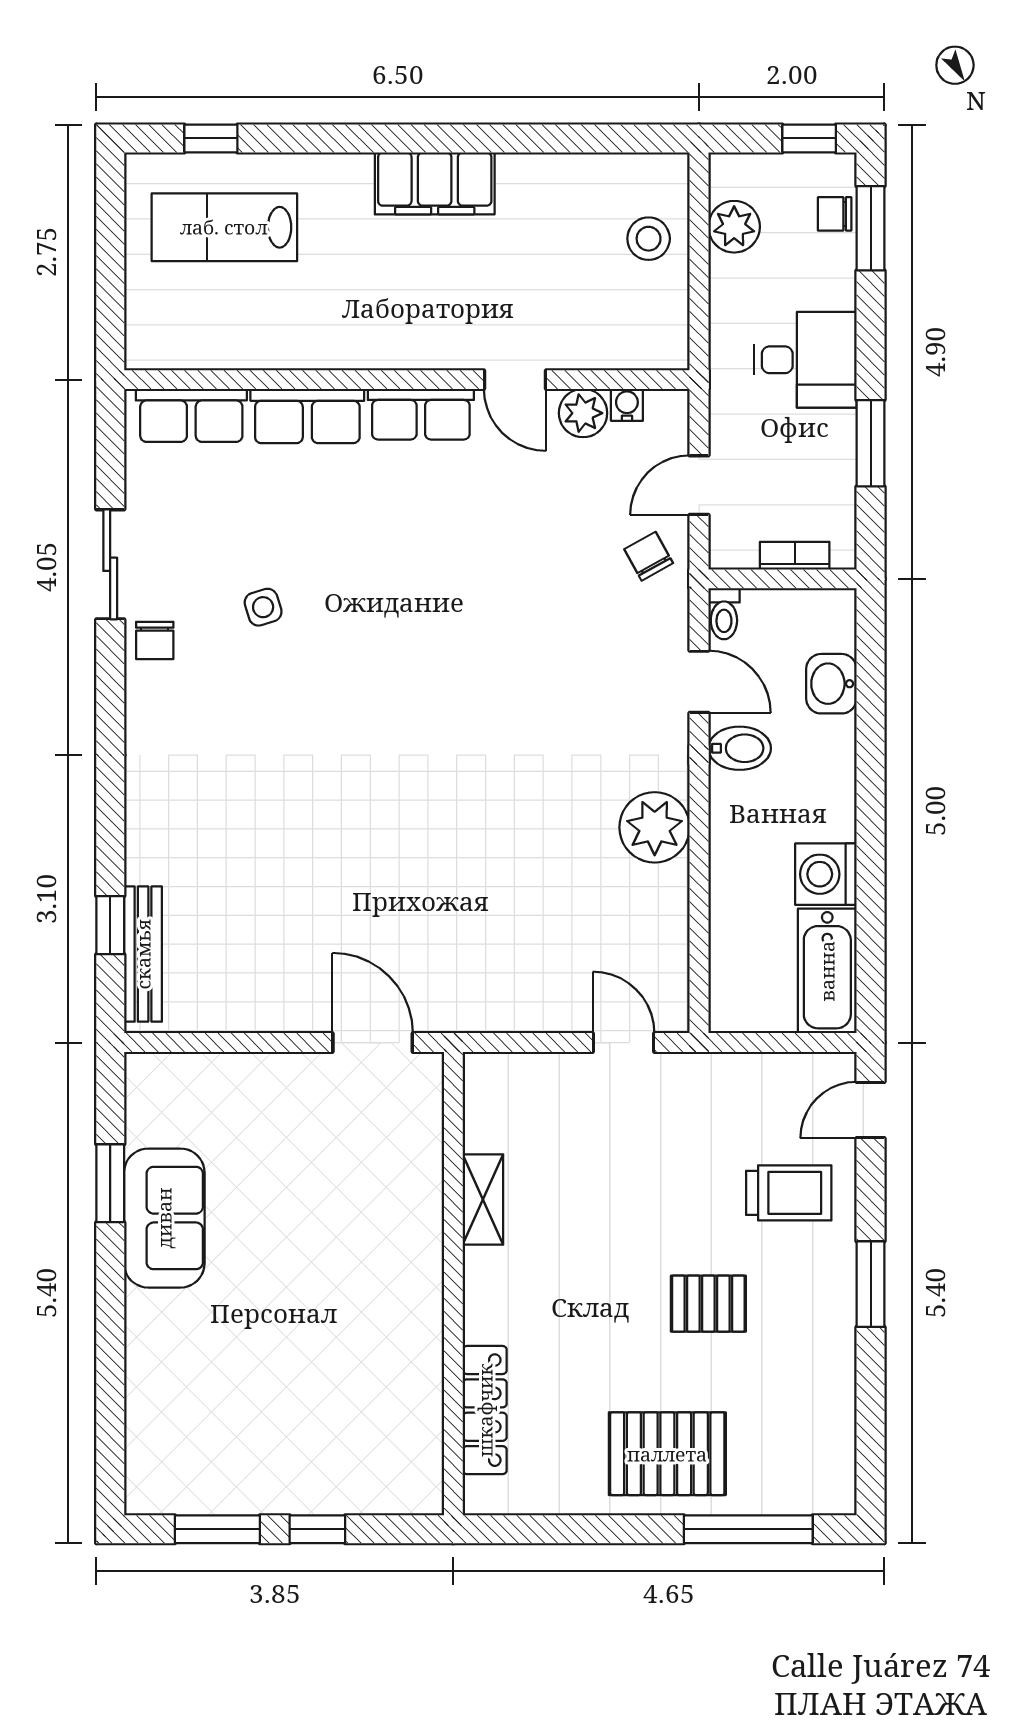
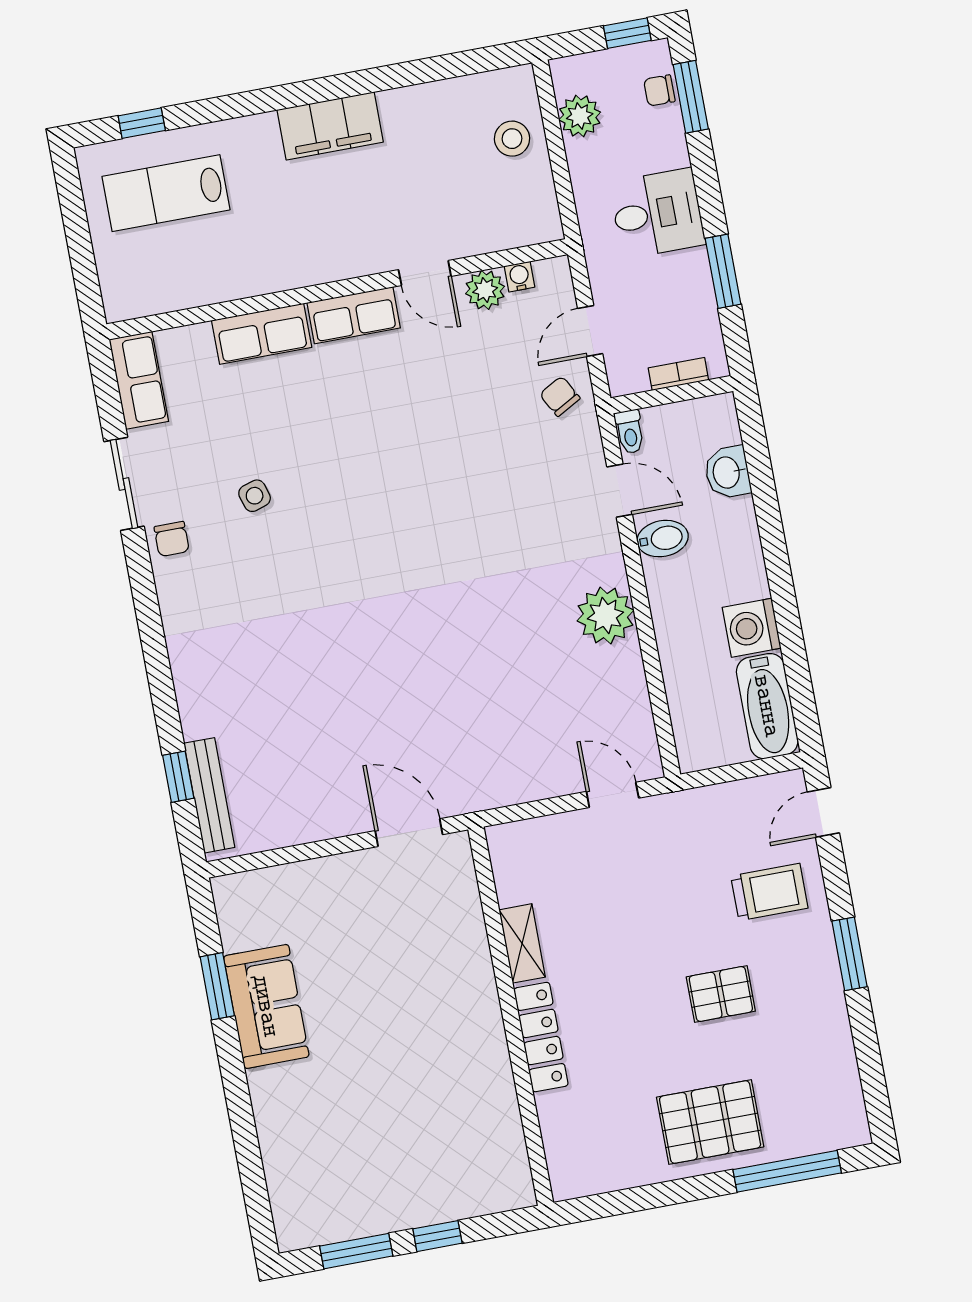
row of seats: (191, 415) -> (139, 380), moved, turned -90
locker: (485, 1410) -> (541, 1037), moved

